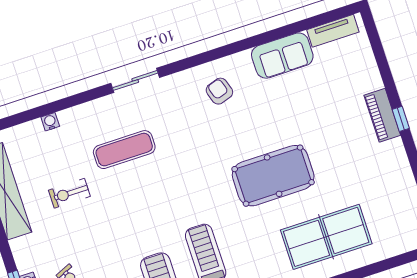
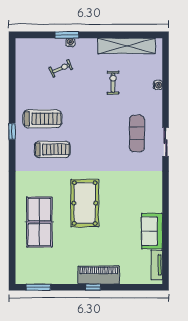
armchair: (219, 91) -> (143, 188), removed
piano: (382, 115) -> (99, 275), width x1.37, depth x1.33
exercise mat: (124, 150) -> (137, 133), moved

